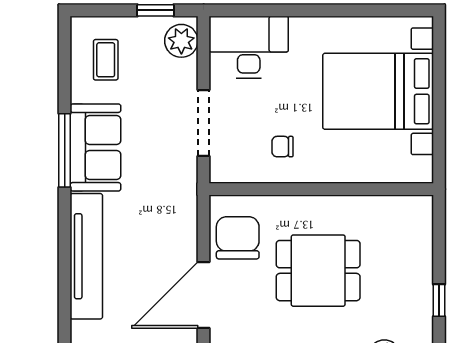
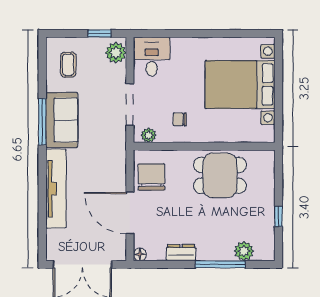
desk: (249, 47) -> (152, 57), width x0.73
plant: (233, 172) -> (149, 135), added
dining table: (318, 271) -> (220, 175), moved
door: (204, 295) -> (130, 213), hinge flipped

